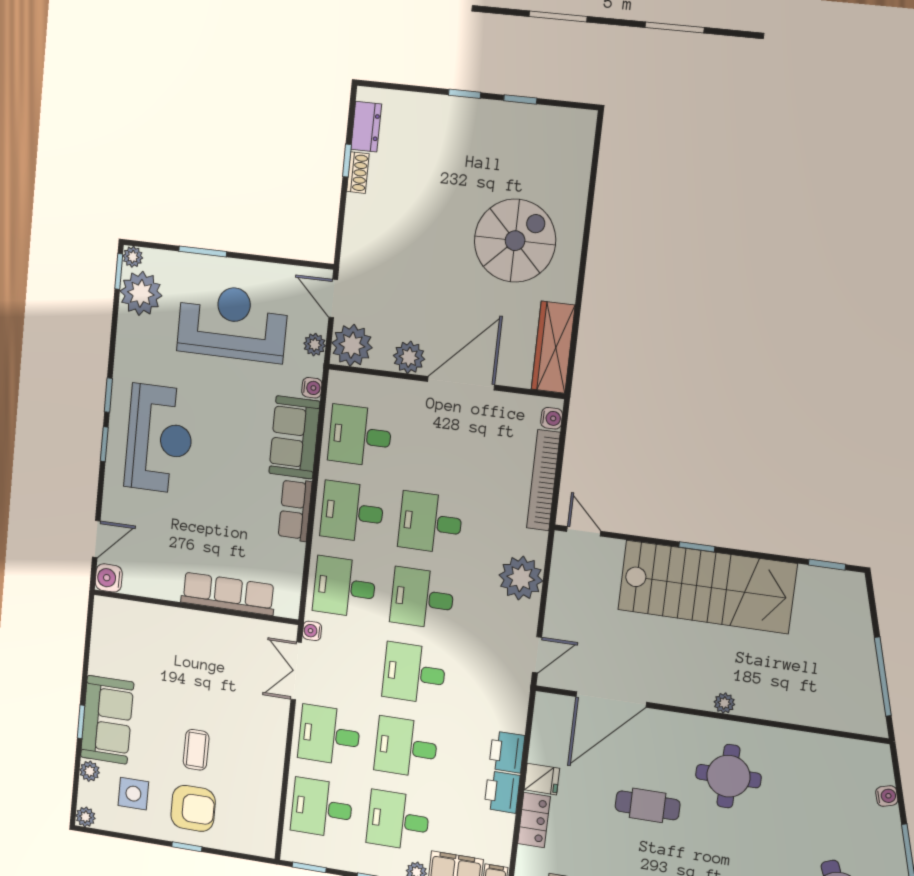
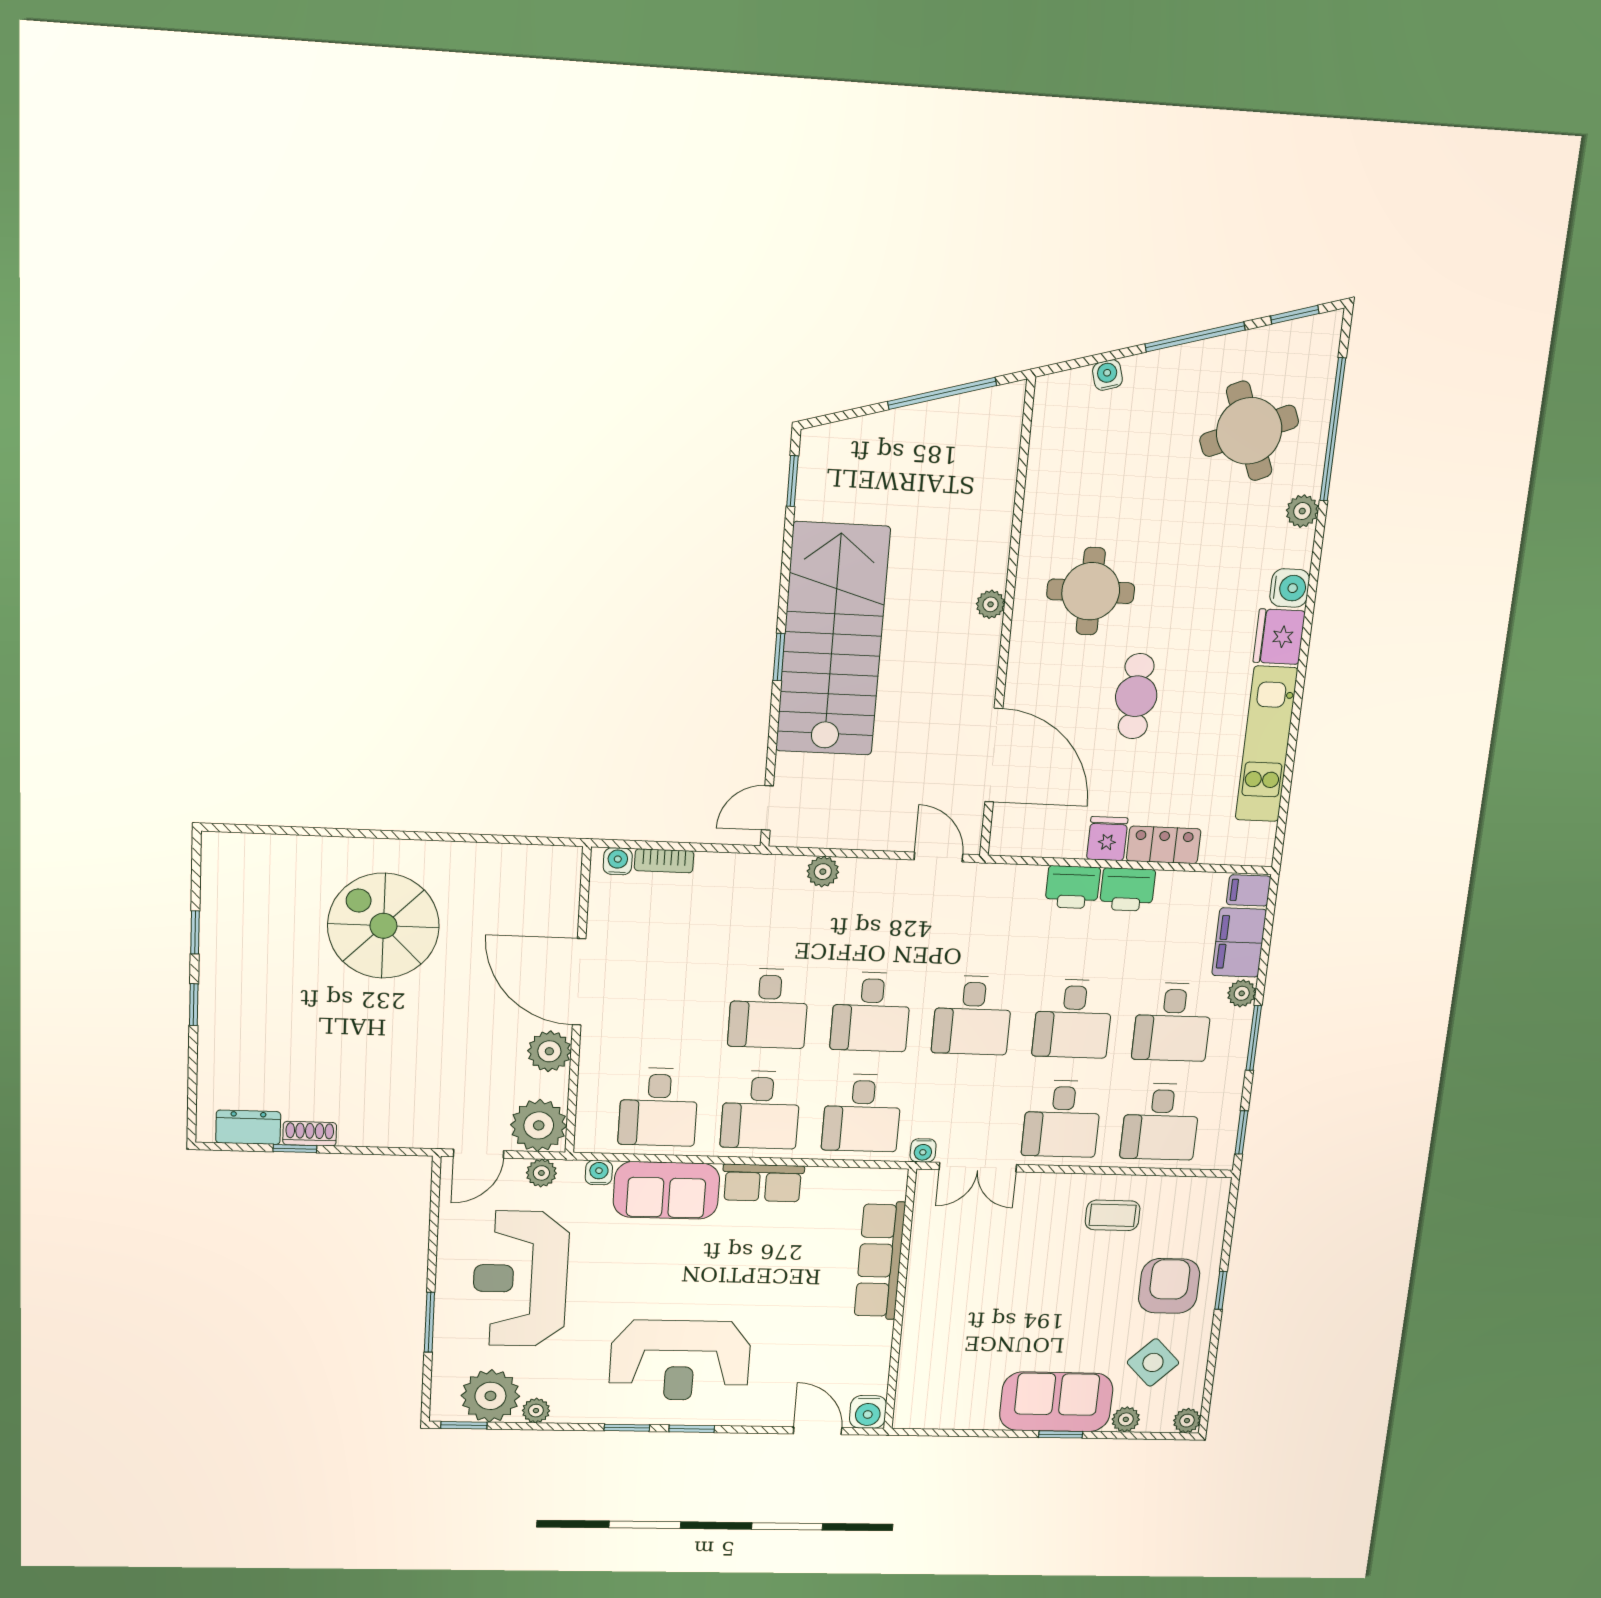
plant: (133, 257) -> (536, 1411), moved
wardrobe: (553, 347) -> (522, 866), removed
reception desk: (159, 439) -> (680, 1360), turned 180
bookcase: (543, 480) -> (664, 861), width x0.43, depth x0.76
plant: (521, 578) -> (823, 872), width x0.53, depth x0.53
coffee table: (196, 750) -> (1113, 1215), moved
side table: (133, 794) -> (1153, 1362), turned 45

